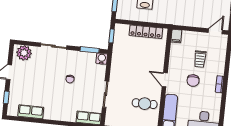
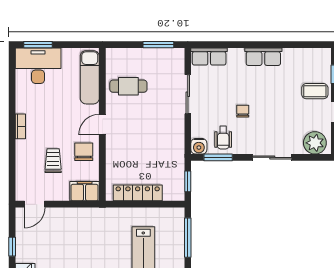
filing cabinet: (176, 36) -> (85, 191), width x2.00
wheelchair: (85, 63) -> (223, 138), added
door: (165, 80) -> (102, 125), swing flipped
chair: (193, 81) -> (84, 152), moved
coffee table: (20, 87) -> (315, 91), added
row of seats: (31, 112) -> (263, 57), moved

